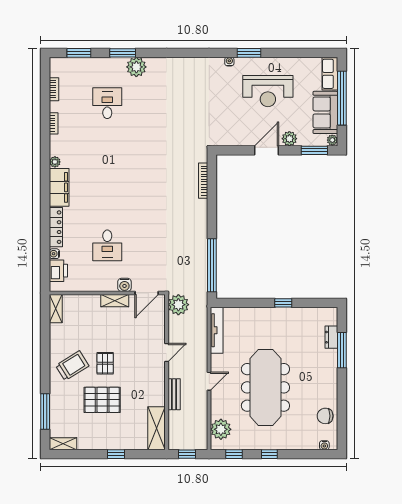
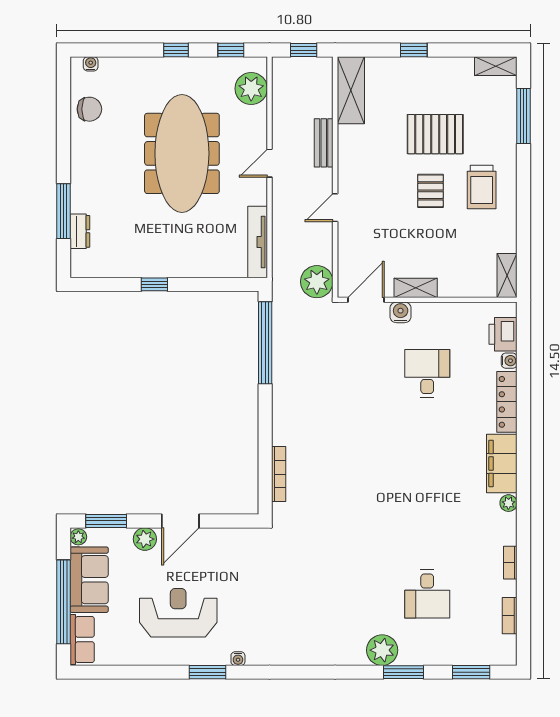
trolley: (72, 366) -> (482, 187), turned -58

